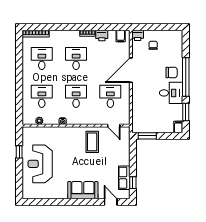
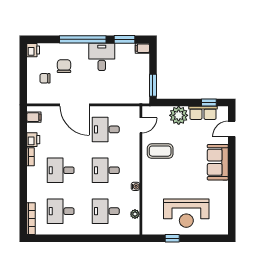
printer: (138, 35) -> (33, 50), moved
chair: (172, 72) -> (64, 66), moved
plant: (122, 157) -> (179, 115), added

